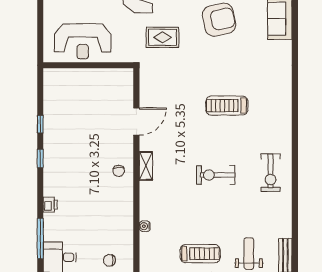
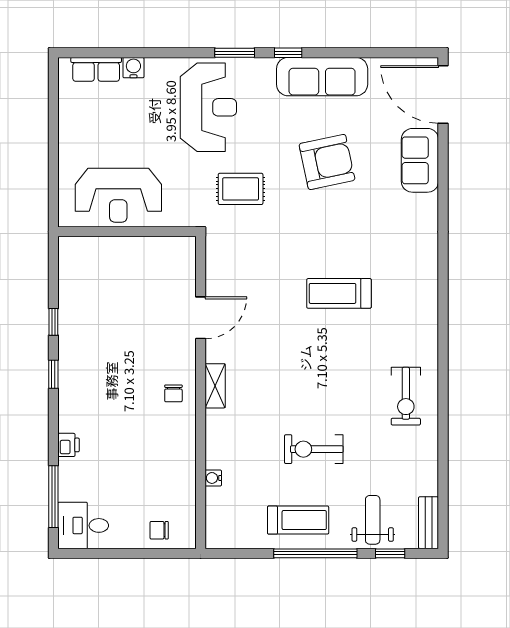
exercise bike: (216, 175) -> (314, 449), moved

